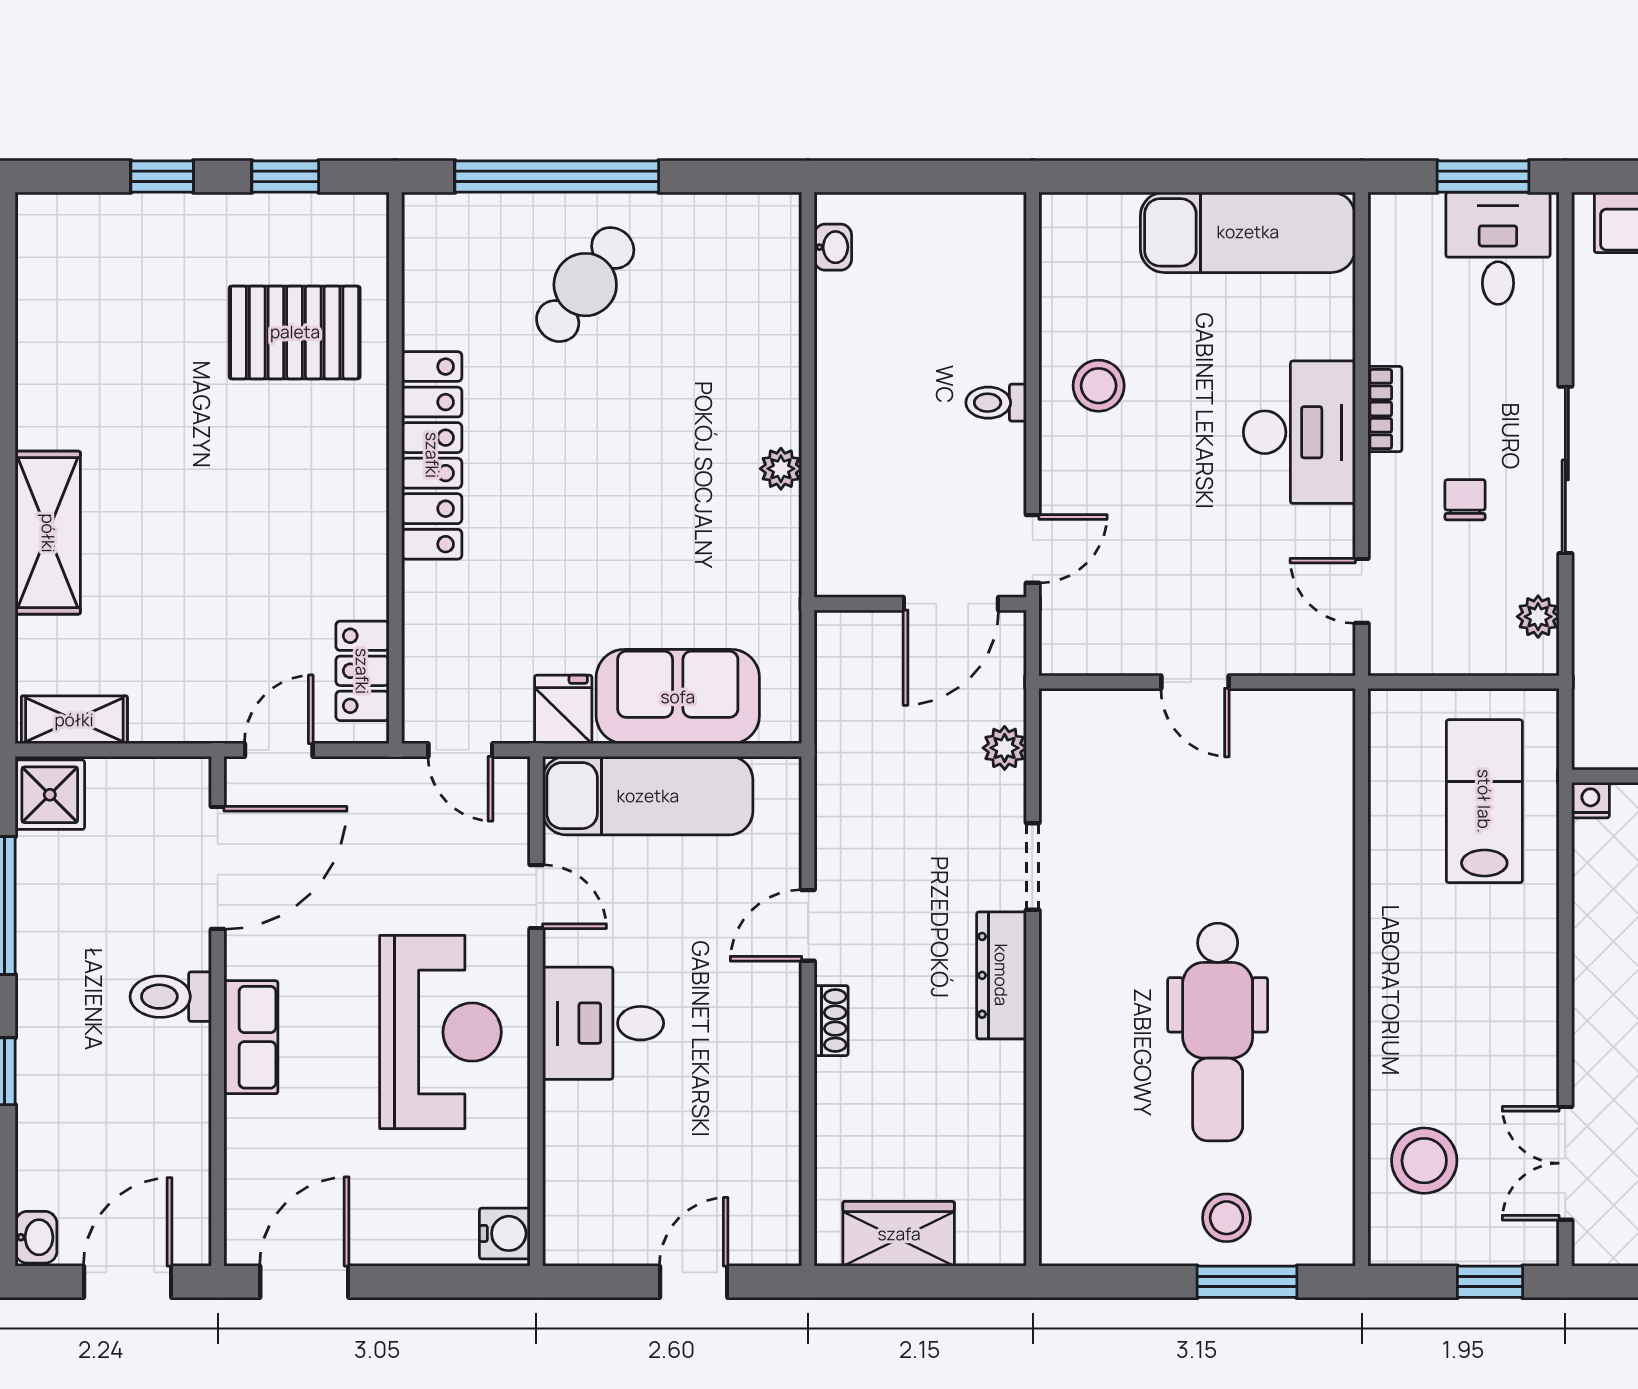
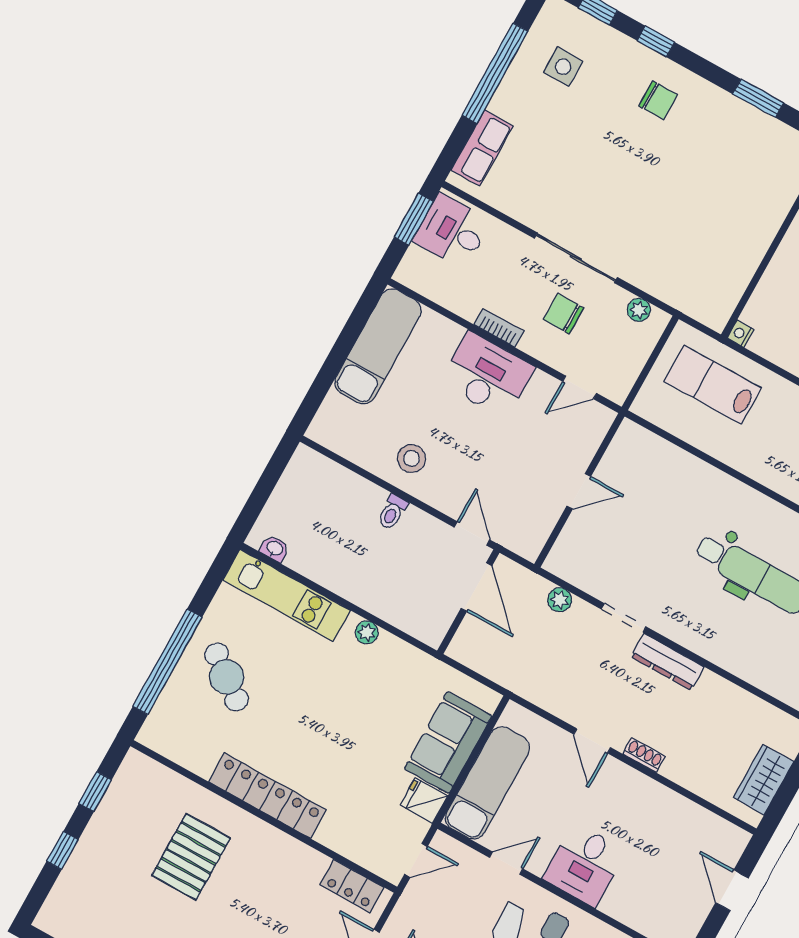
kitchen unit: (769, 308) -> (287, 595), added
pallet: (295, 332) -> (191, 857), moved
chair: (1465, 500) -> (564, 314), width x1.37, depth x1.37

